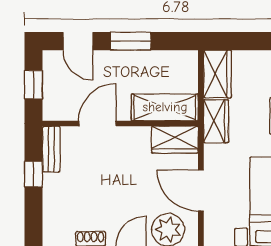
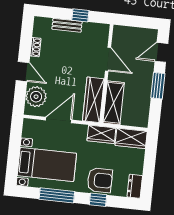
window: (34, 85) -> (137, 21), removed
wardrobe: (175, 140) -> (93, 100), width x1.50
bench: (51, 149) -> (67, 25), moved

